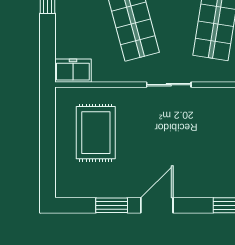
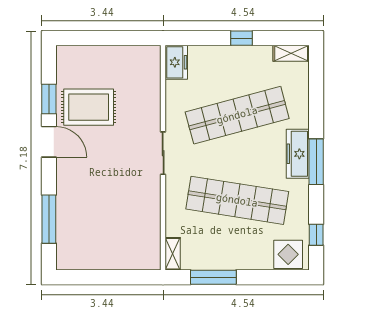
rug: (96, 133) -> (89, 107), moved

